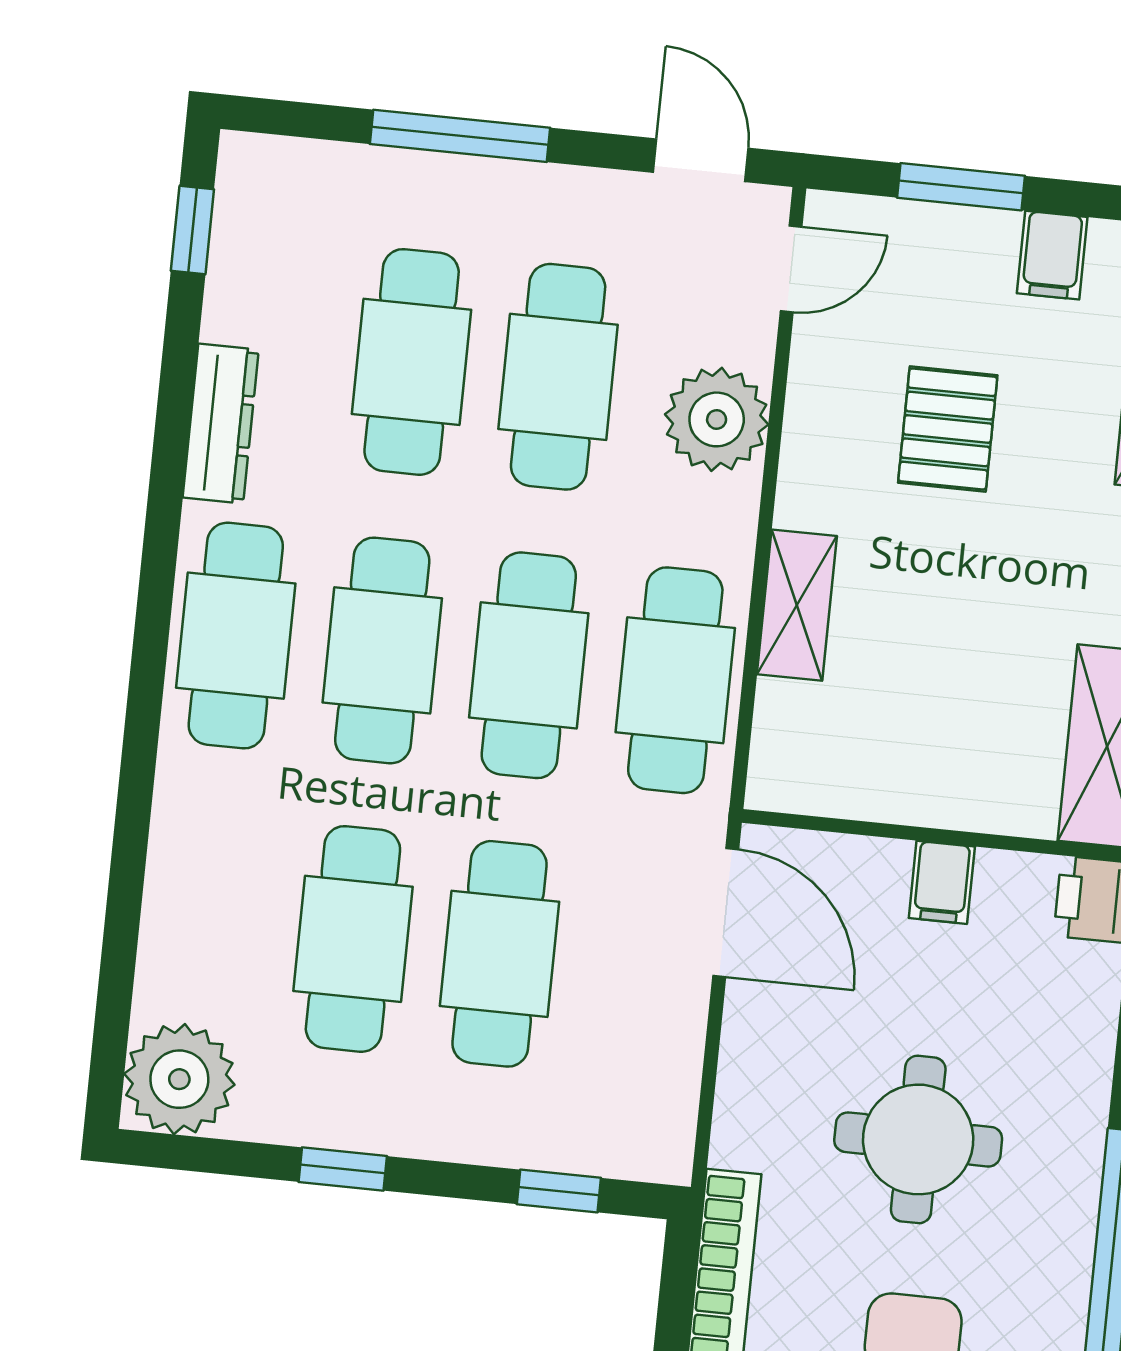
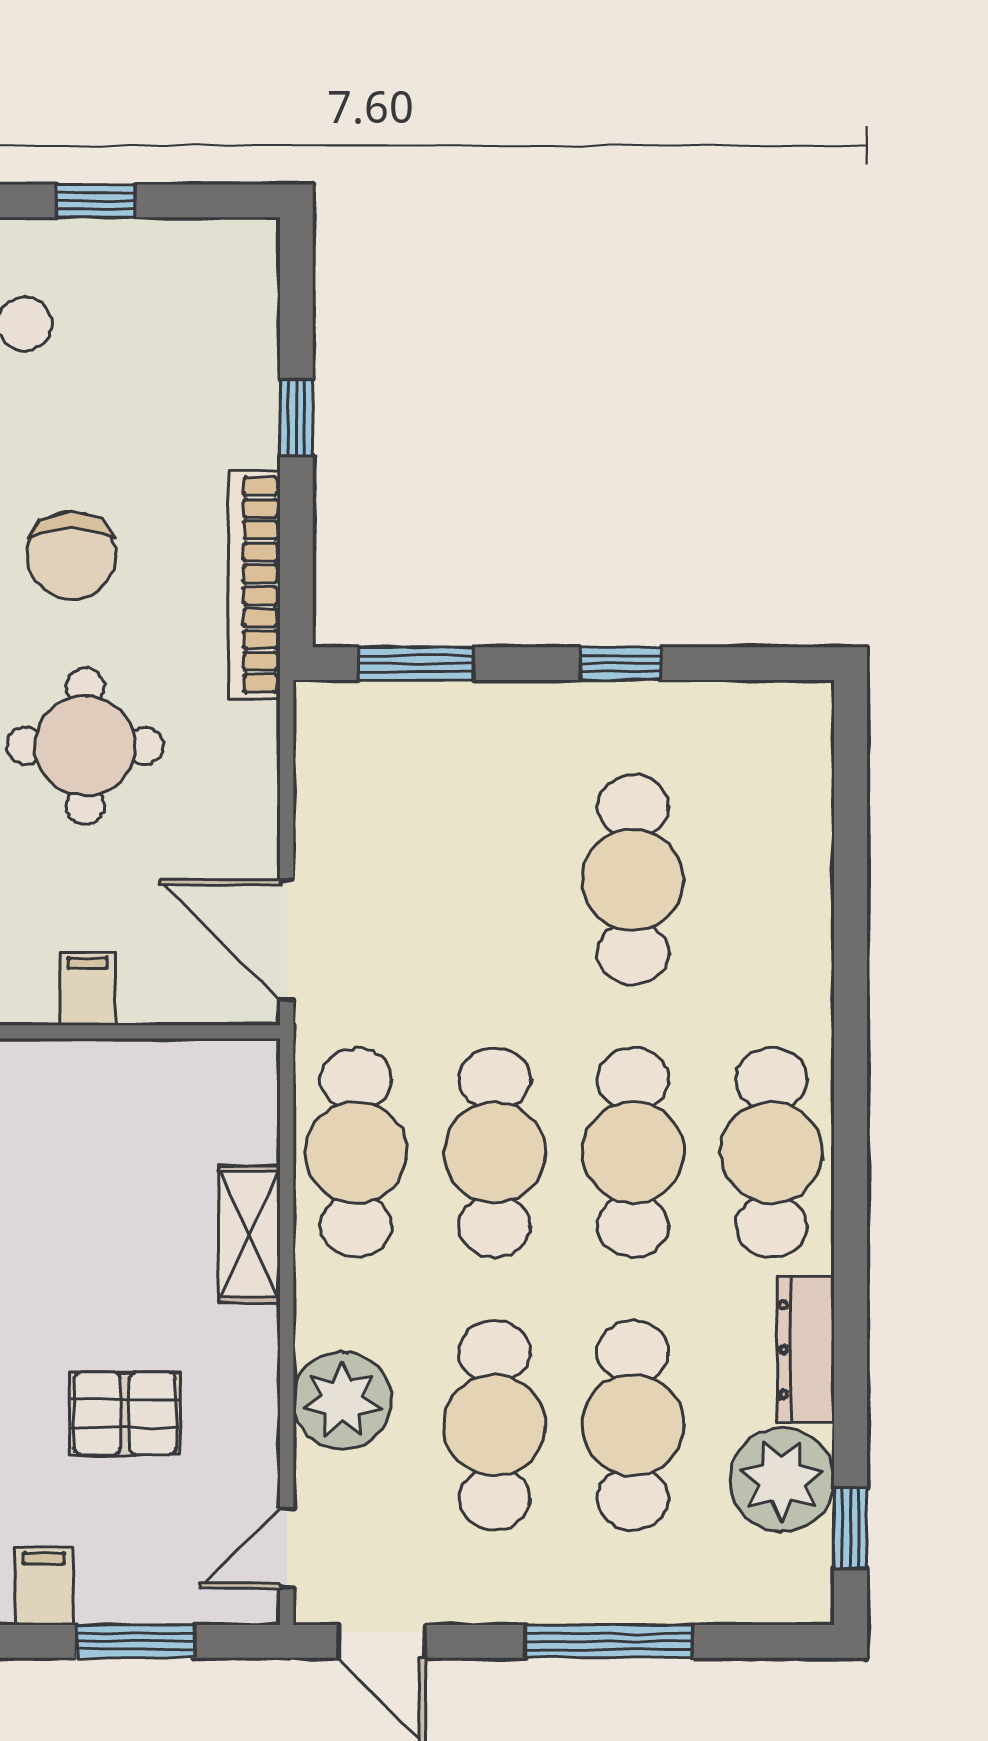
pallet: (948, 429) -> (125, 1413), turned 90
cafe table: (499, 954) -> (494, 880), removed
plant: (179, 1079) -> (782, 1480), moved
window: (559, 1191) -> (416, 664), width x1.50

